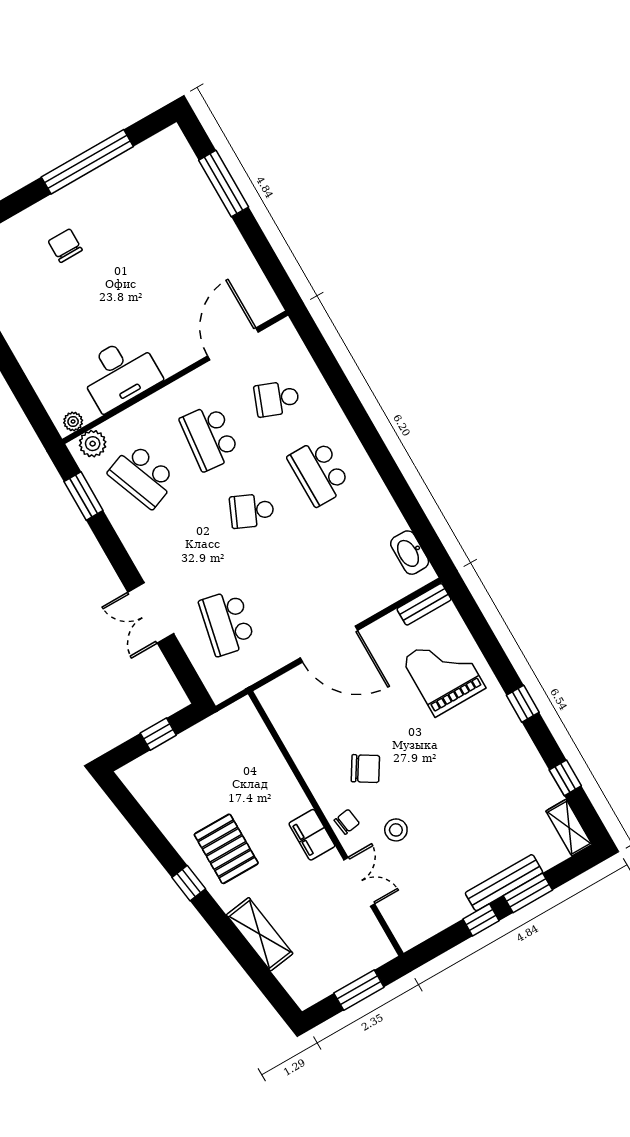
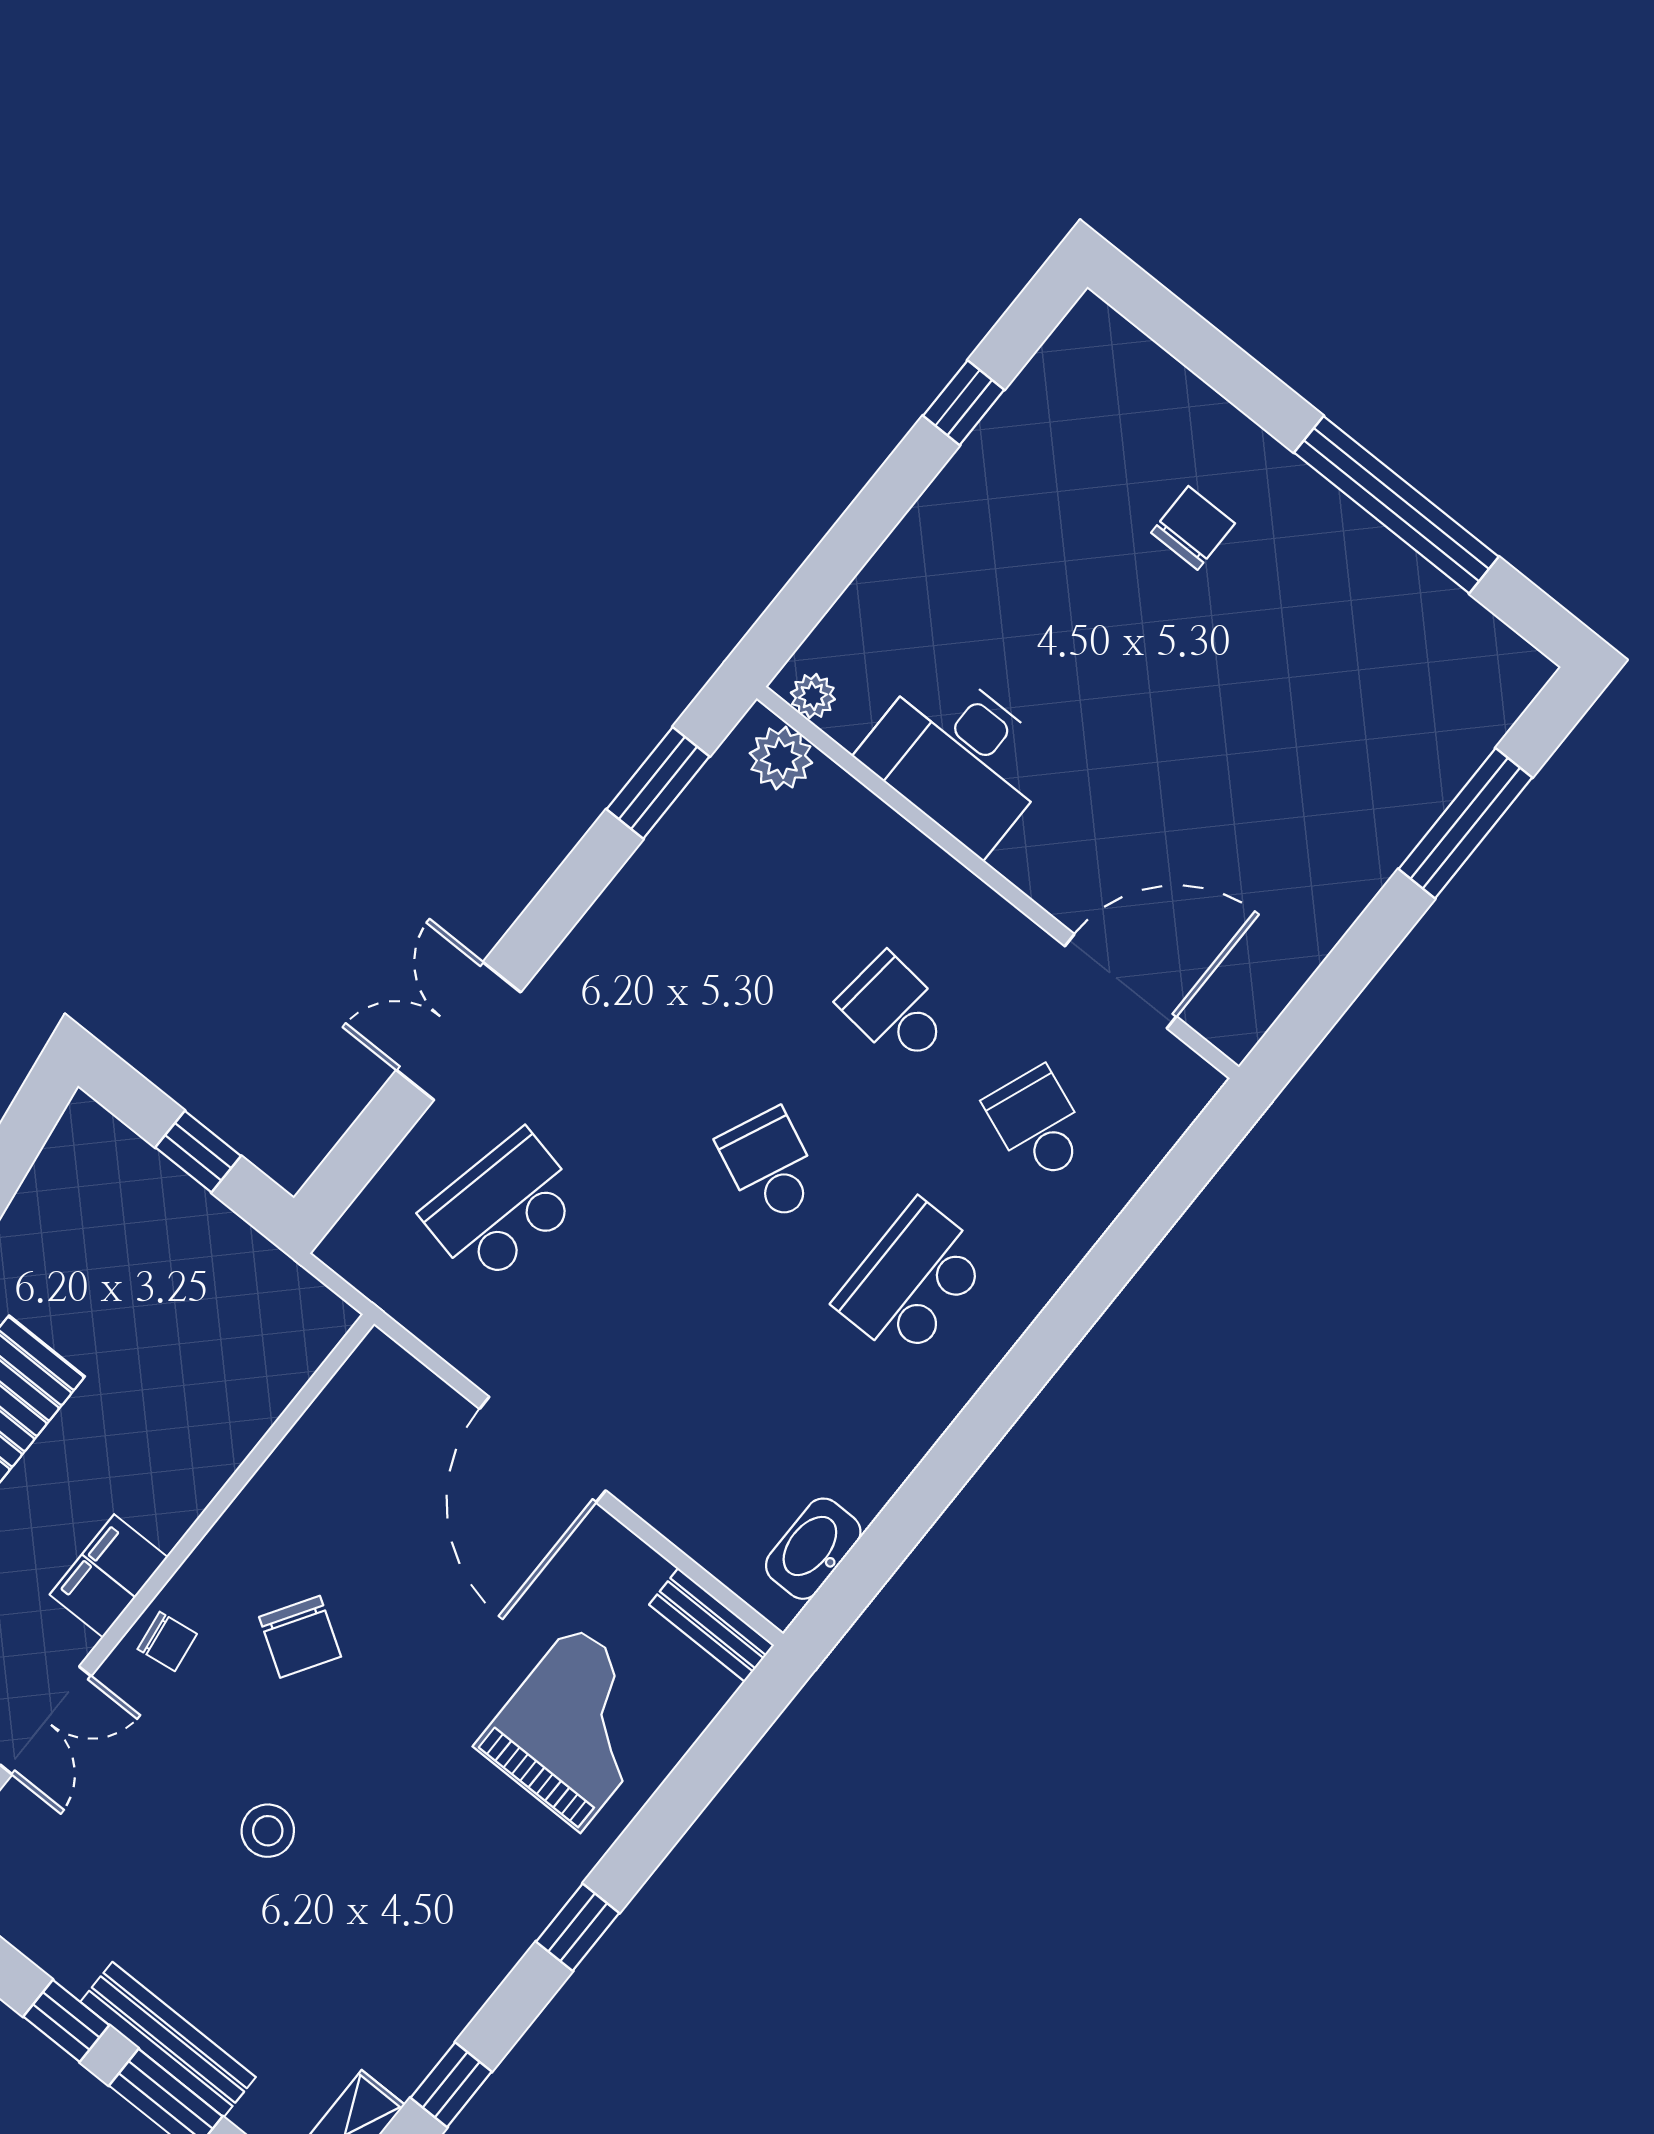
school desk: (210, 437) -> (895, 1010), width x0.54
school desk: (143, 476) -> (753, 895), removed
stool: (396, 830) -> (268, 1831), moved

